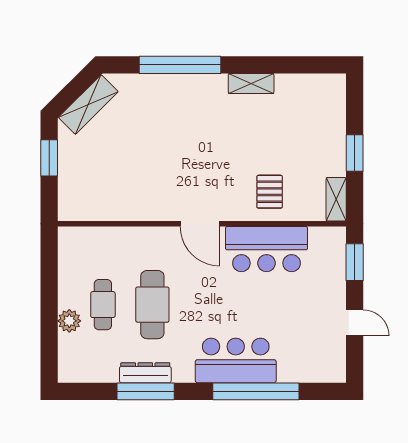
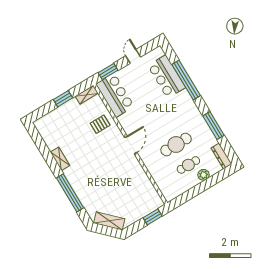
window: (49, 158) -> (153, 217), moved
bar counter: (266, 249) -> (115, 95), moved
bar counter: (236, 360) -> (167, 77), moved
dresser: (145, 373) -> (221, 156), moved

